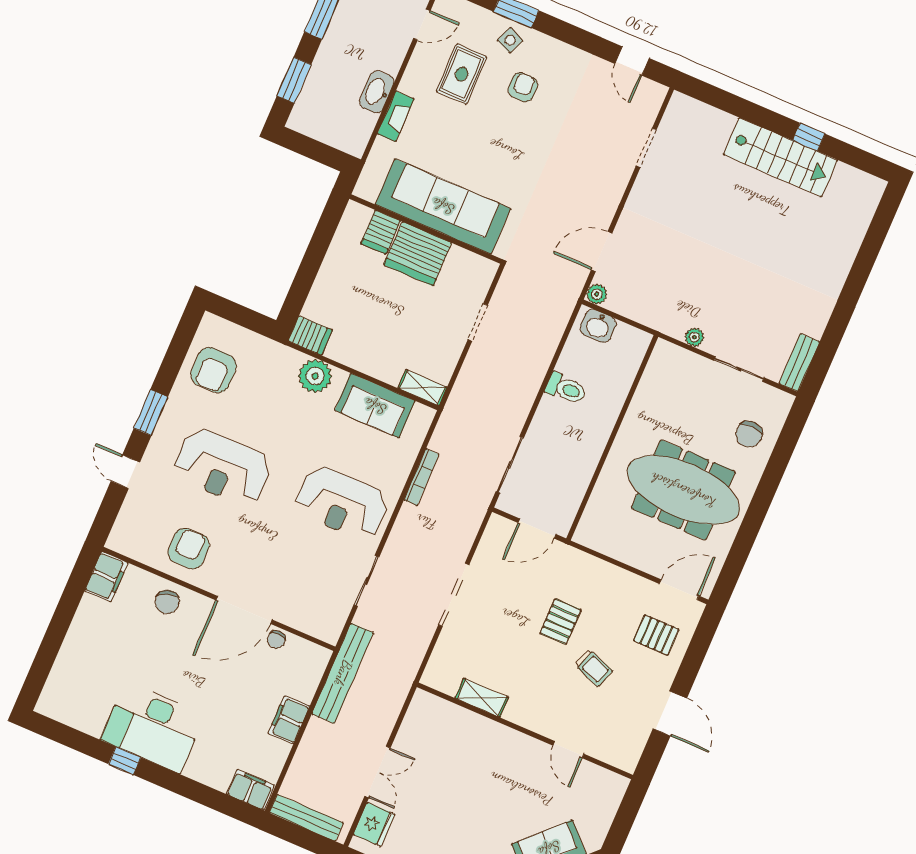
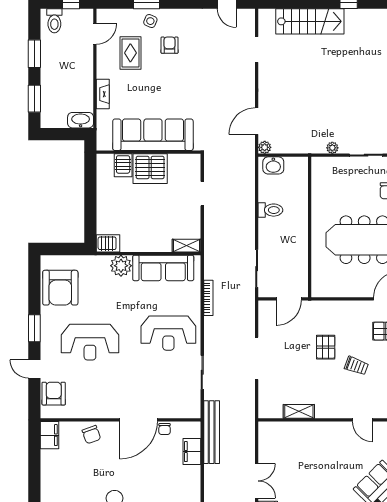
washbasin: (377, 92) -> (81, 120), moved, turned 90
stairs: (780, 157) -> (310, 21), moved
armchair: (214, 370) -> (60, 288), width x1.36, depth x1.36
sofa: (375, 406) -> (163, 268), width x1.36
armchair: (189, 549) -> (54, 394), moved
filing cabinet: (289, 720) -> (192, 452), moved

